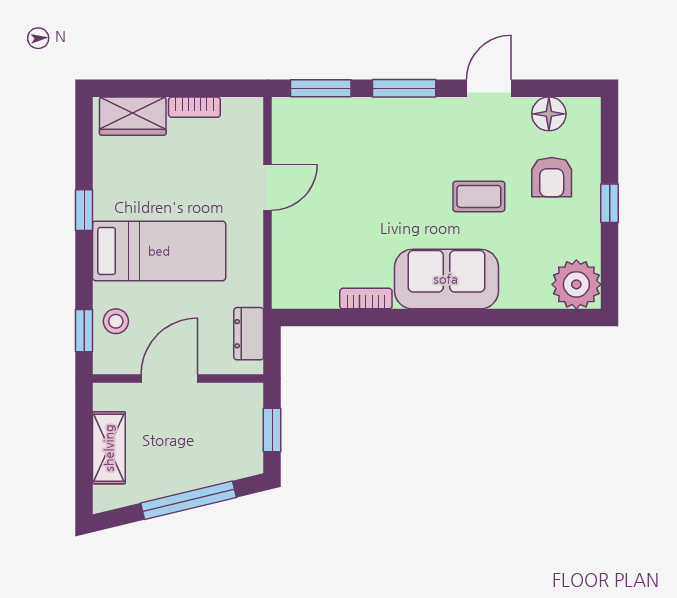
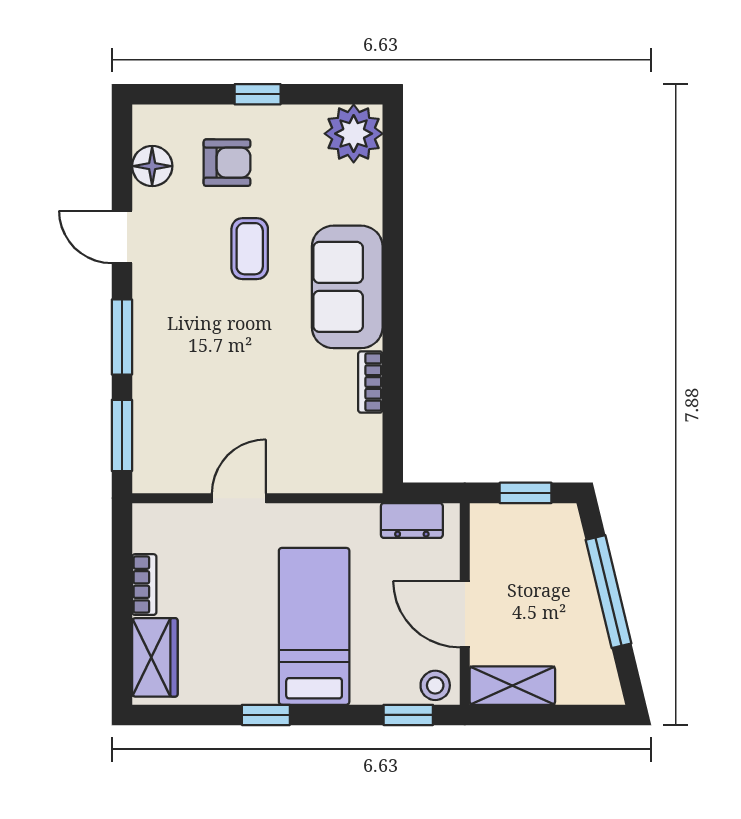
door: (268, 187) -> (239, 498), hinge flipped
stool: (116, 321) -> (435, 685), moved
shelving: (109, 448) -> (512, 686), moved

